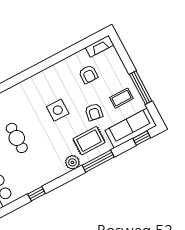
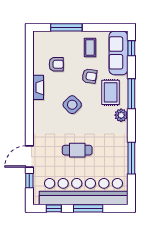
fireplace: (99, 46) -> (38, 87), moved
window: (141, 88) -> (66, 27), moved
side table: (58, 110) -> (72, 105), turned 45
window: (37, 194) -> (131, 158), width x2.17

